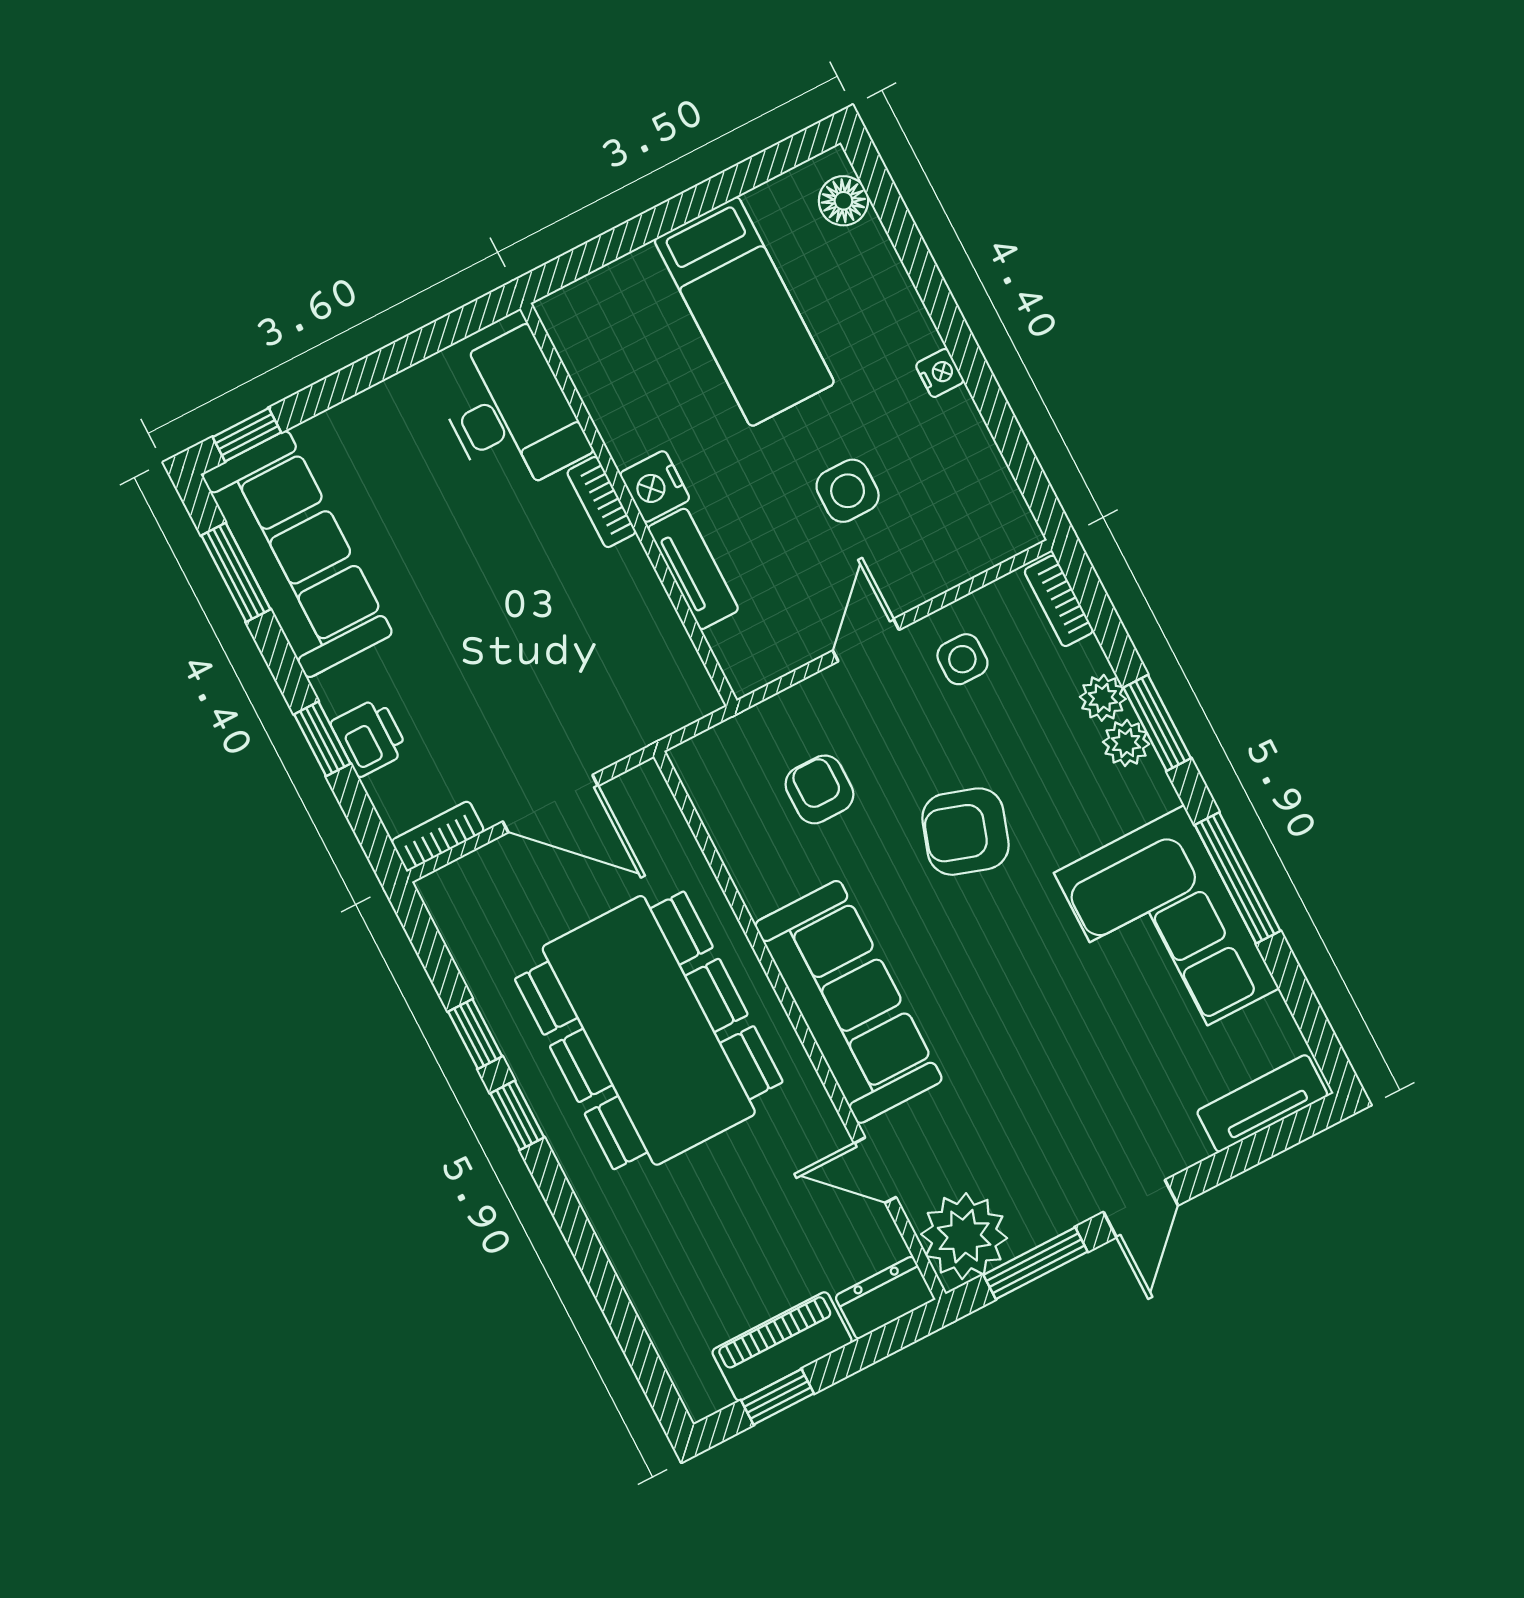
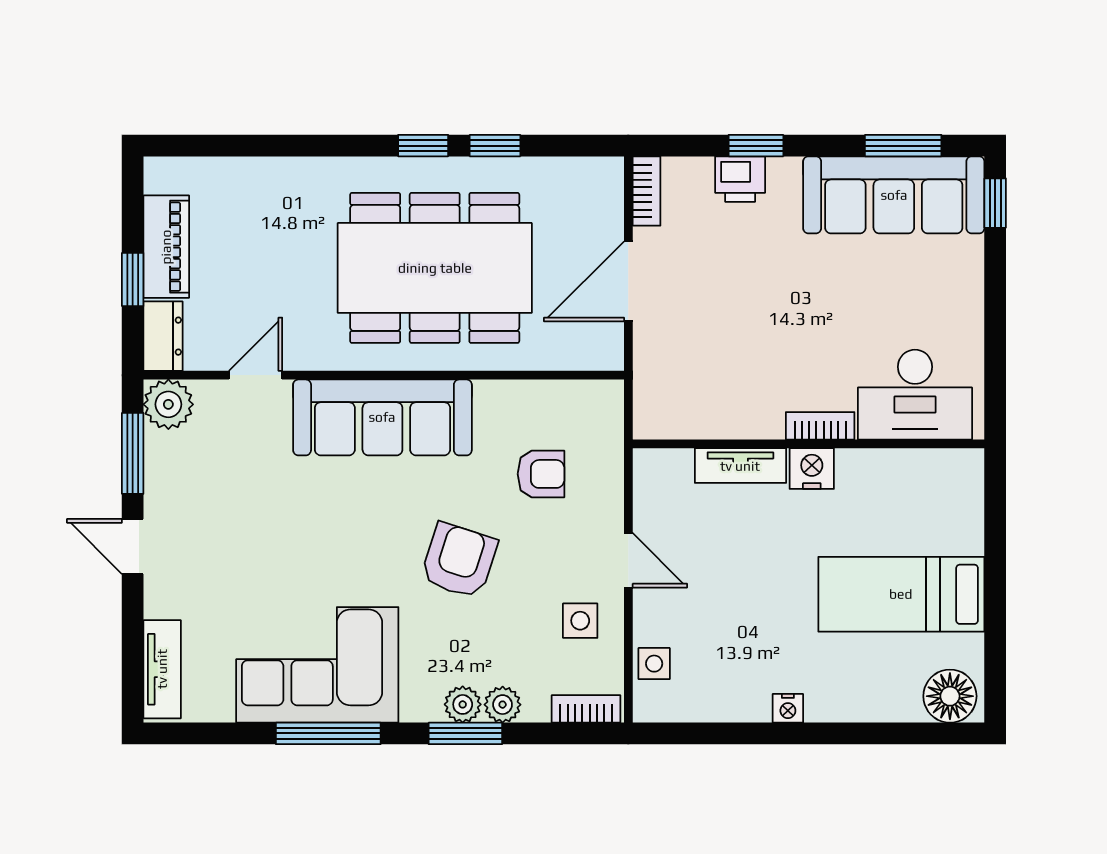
floor lamp: (843, 201) -> (950, 696), width x1.38, depth x1.38
side table: (848, 491) -> (654, 664), moved, width x0.73, depth x0.73
plant: (964, 1236) -> (168, 404), width x0.73, depth x0.73
window: (778, 1397) -> (133, 279), moved

